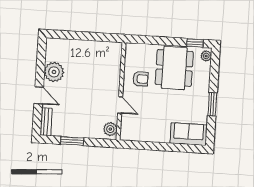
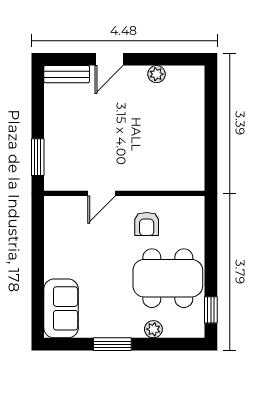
plant: (206, 56) -> (153, 329), moved
plant: (54, 72) -> (156, 74), width x0.53, depth x0.53
plant: (110, 129) -> (61, 180), removed
window: (72, 141) -> (38, 157), moved

